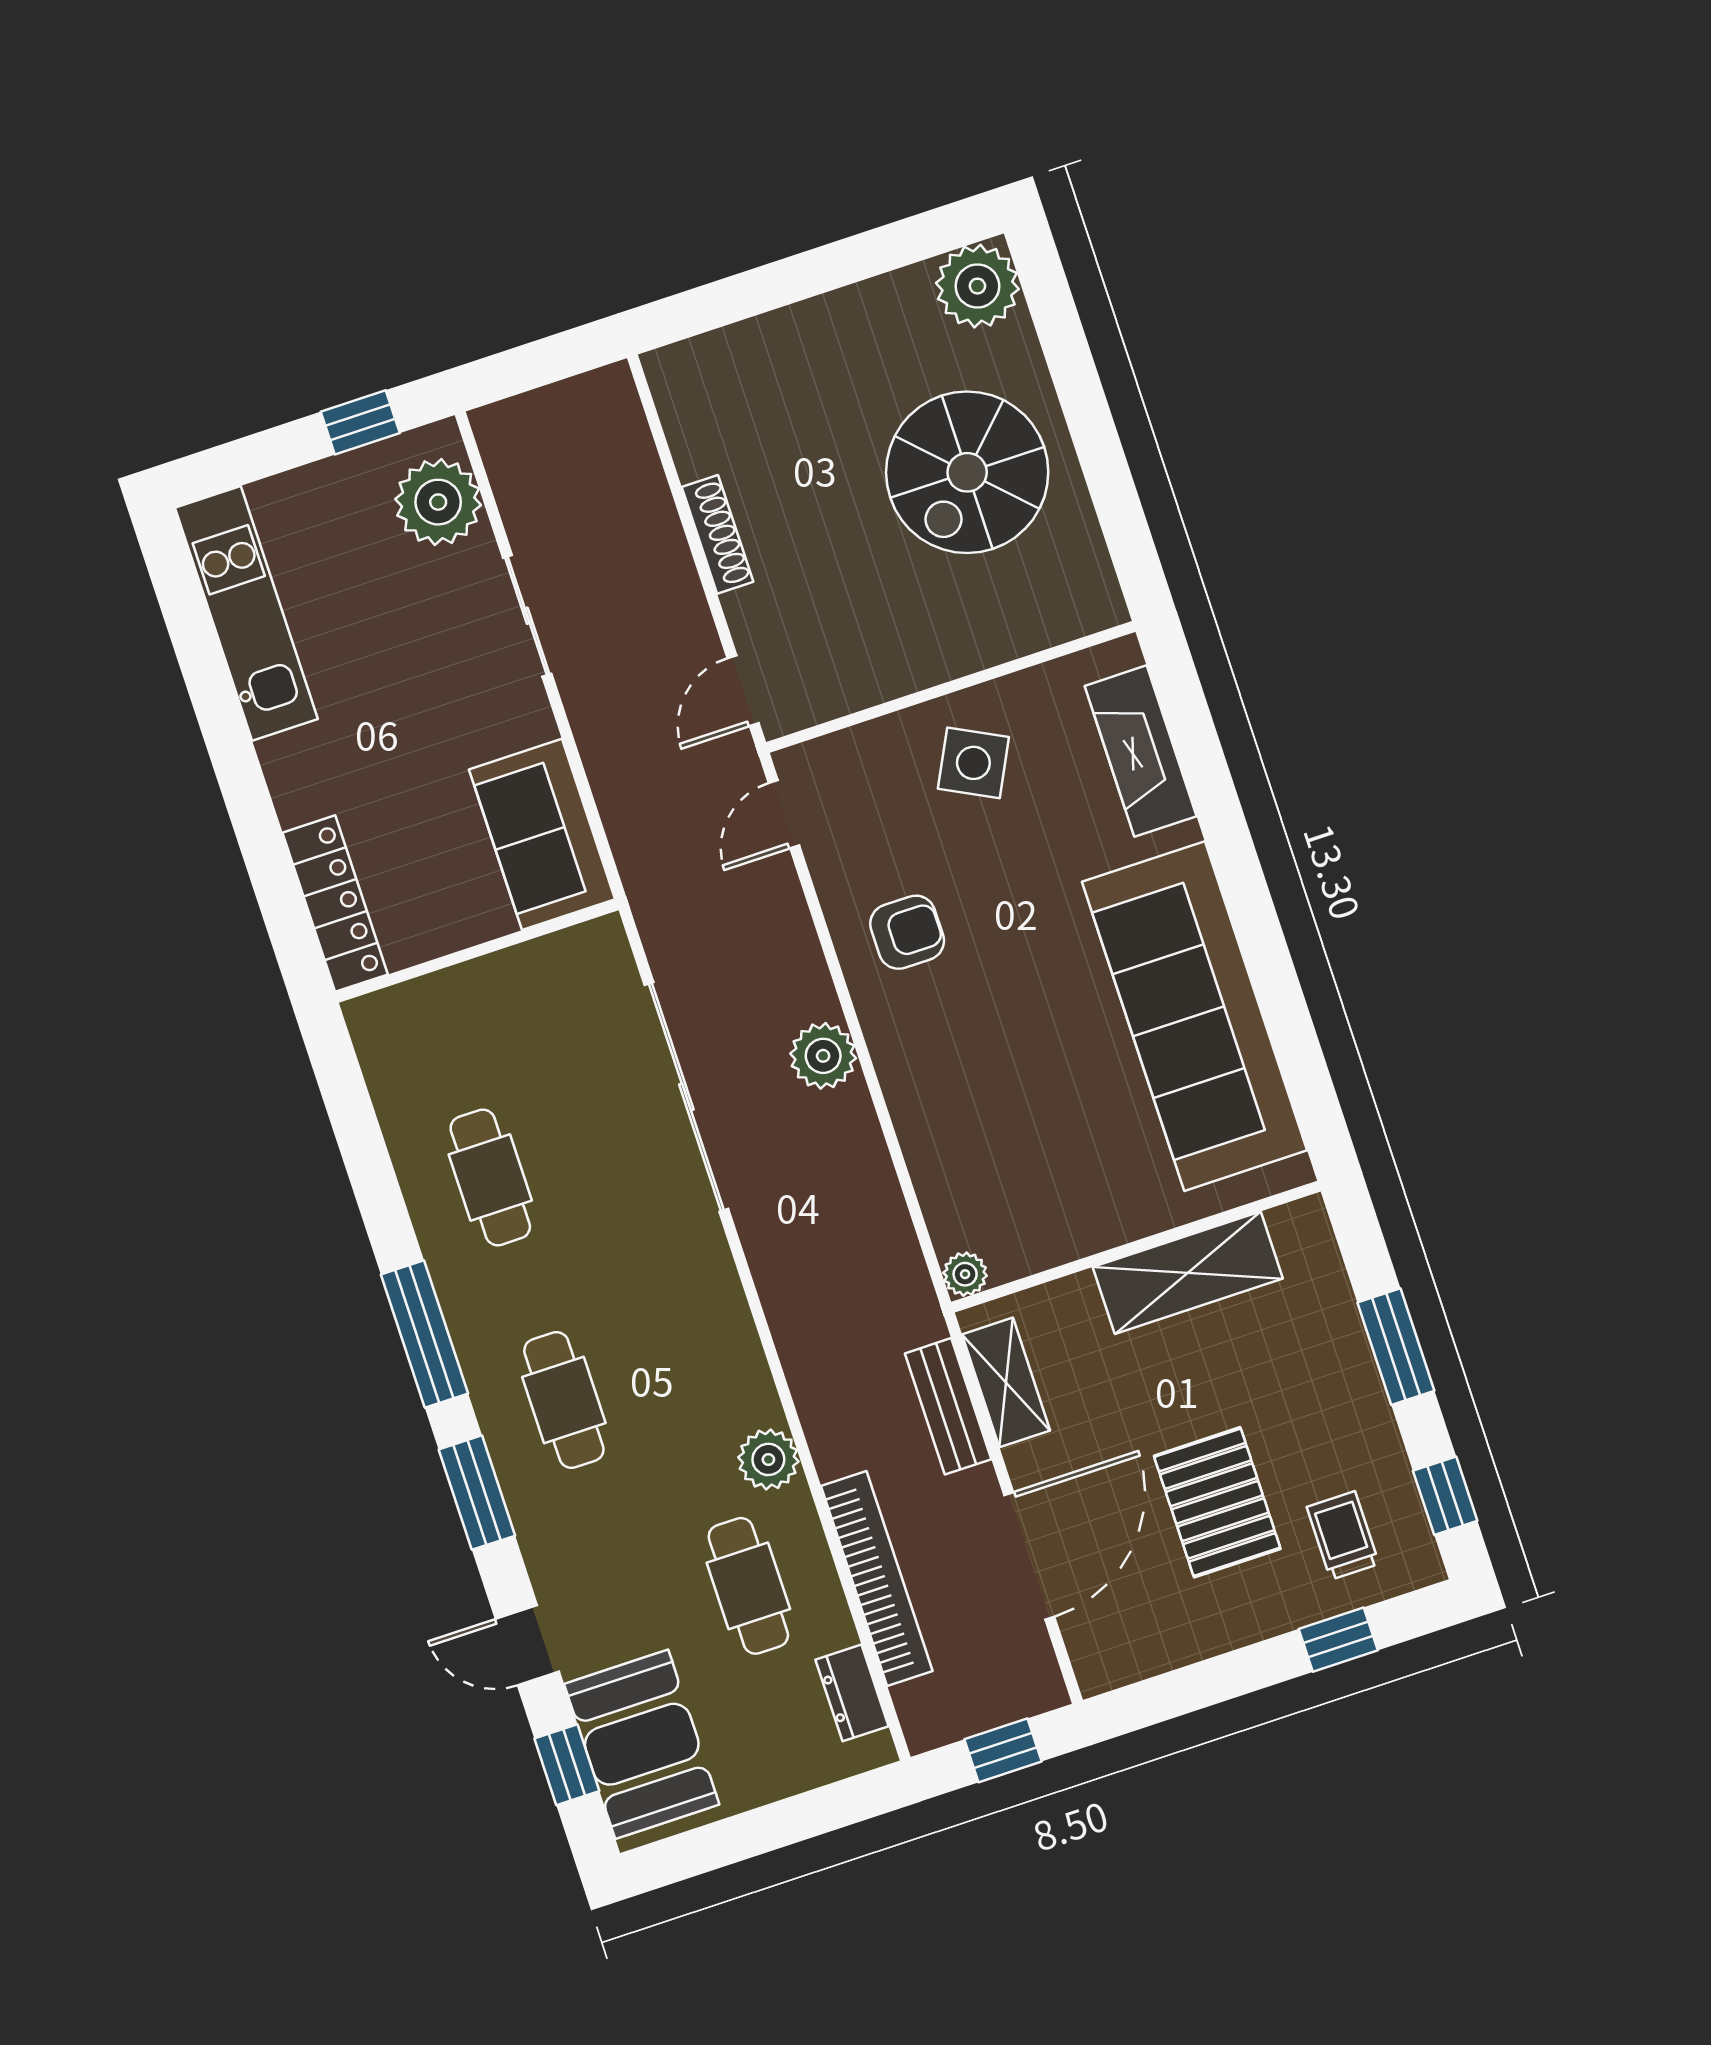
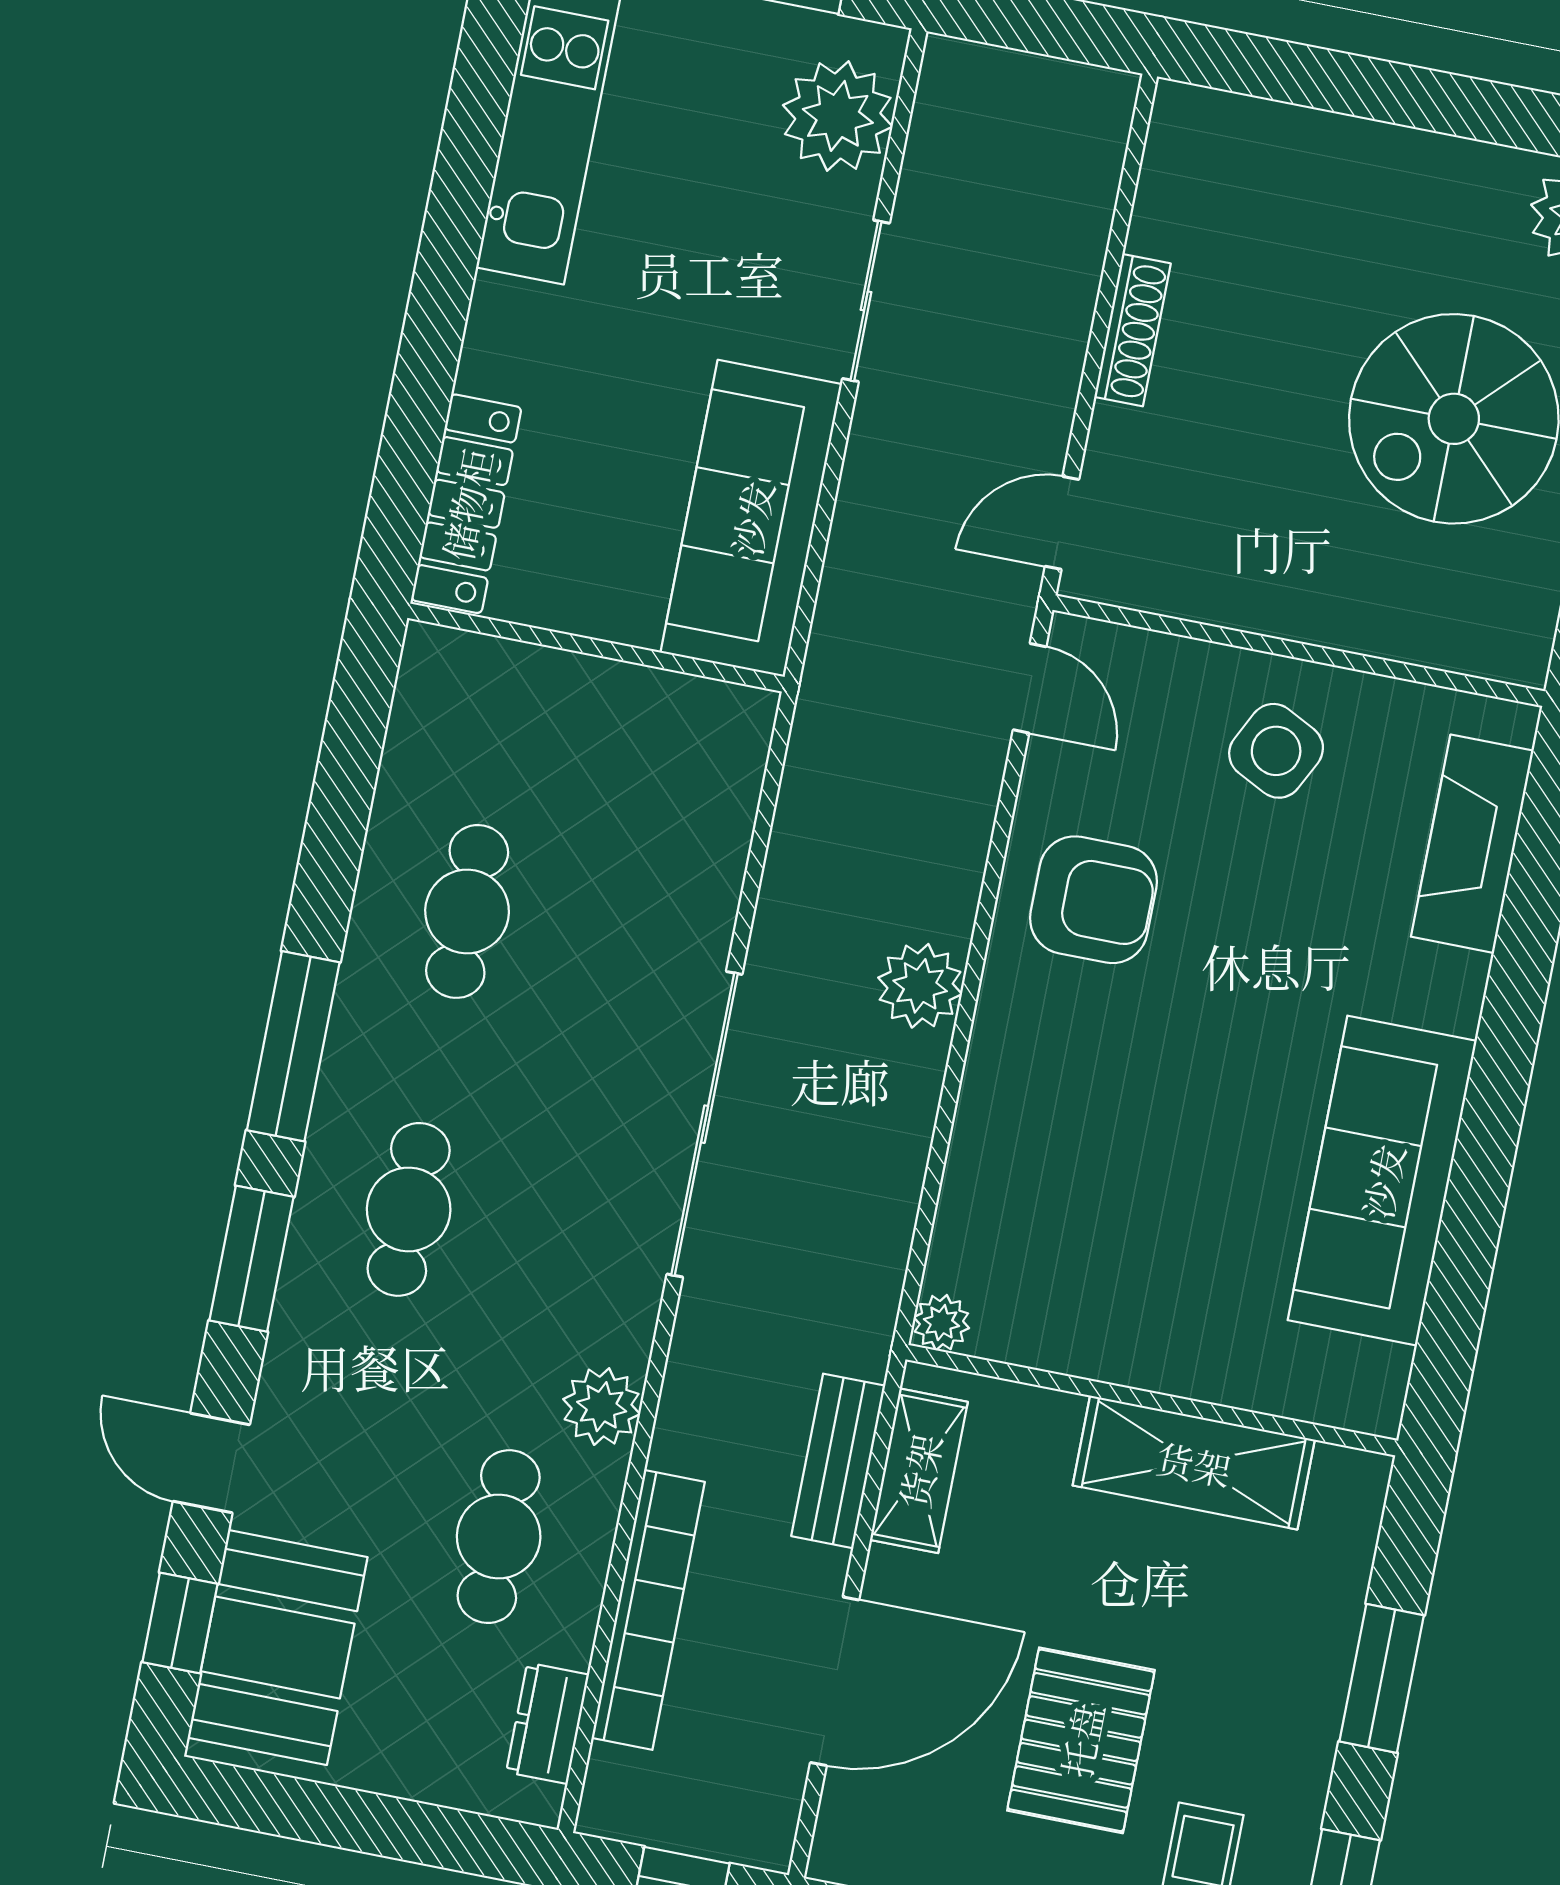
door: (784, 814) -> (1030, 688), swing flipped
sofa: (542, 834) -> (751, 518), width x1.36
armchair: (907, 932) -> (1094, 900), width x1.38, depth x1.38
sofa: (1195, 1016) -> (1382, 1181), width x0.74, depth x0.79
sliding door: (686, 1097) -> (705, 1124), moved

